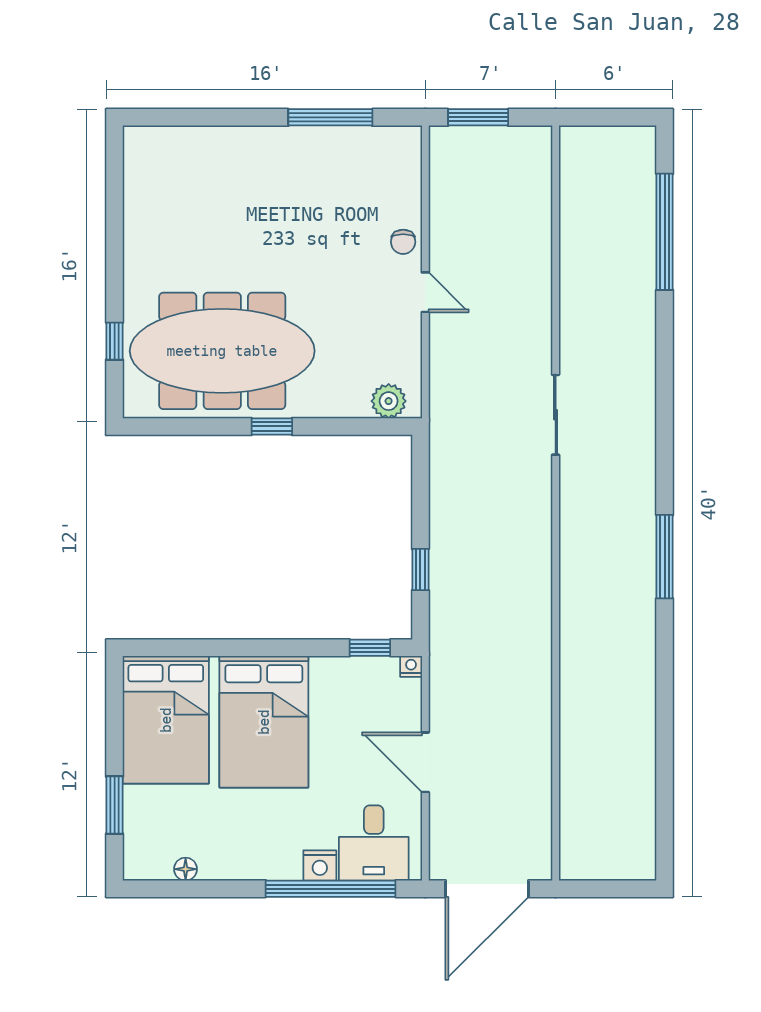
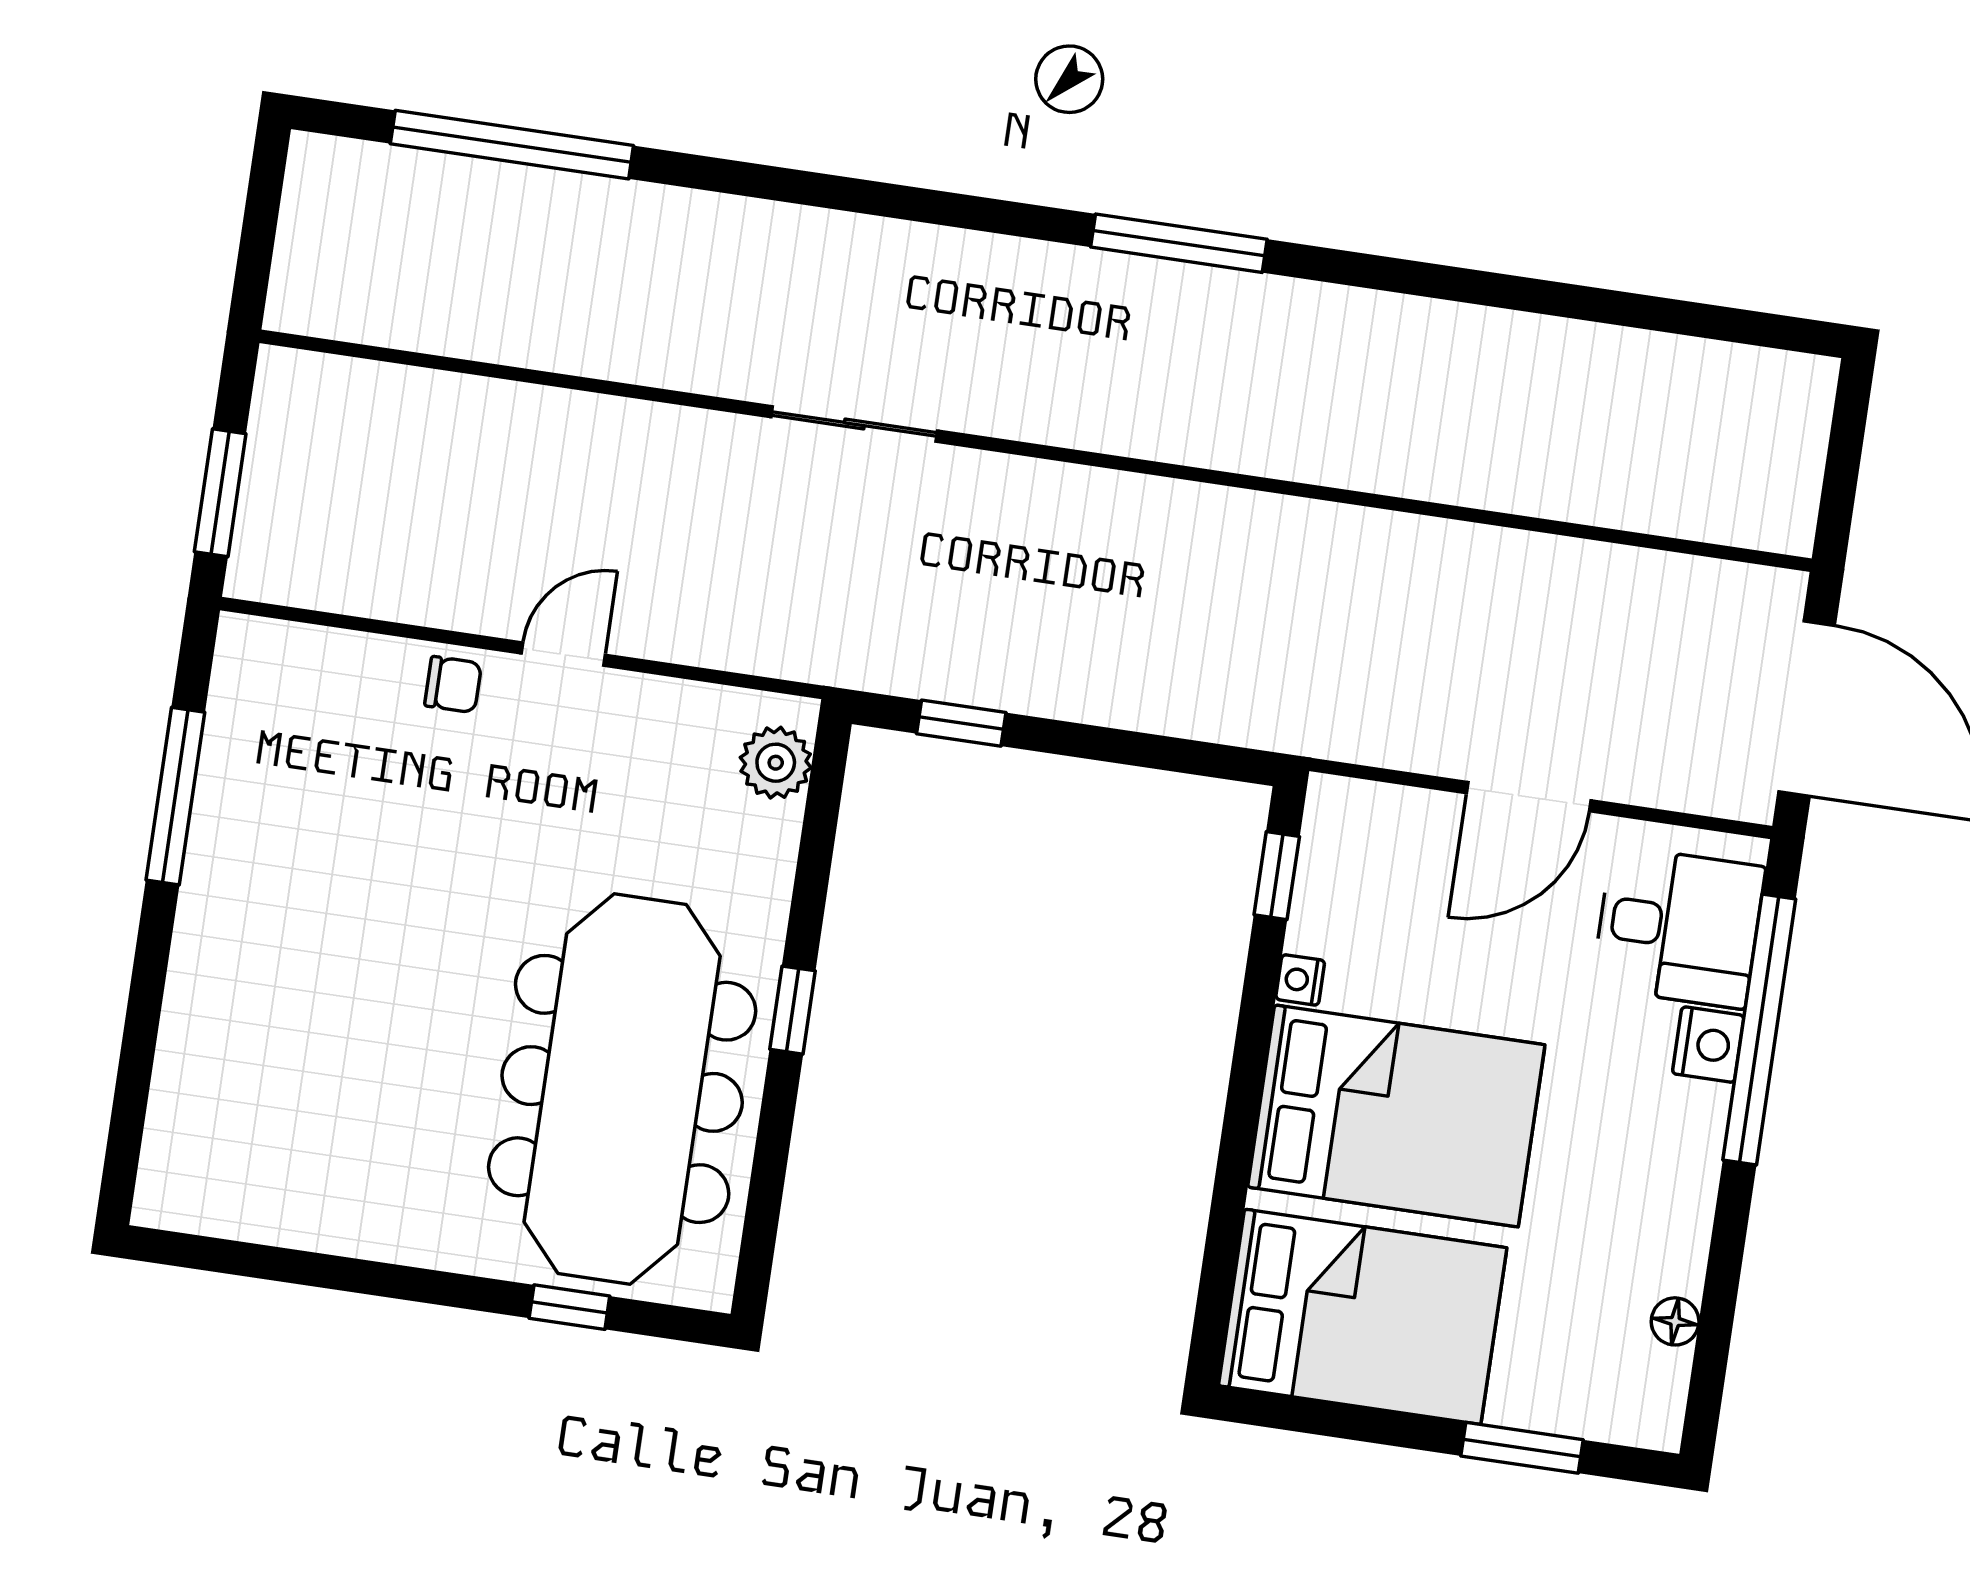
window: (420, 570) -> (961, 723), moved
nightstand: (411, 666) -> (1300, 980), moved

